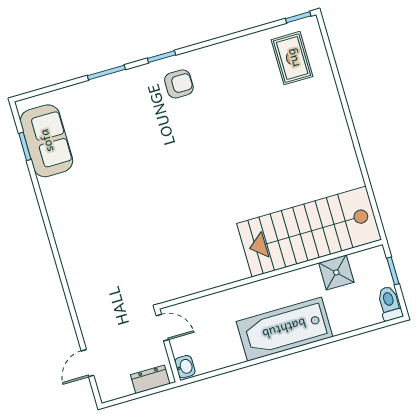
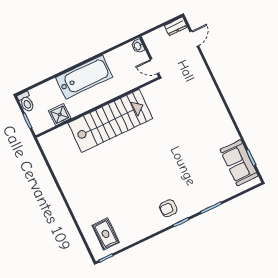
stairs: (309, 232) -> (110, 121), moved
dresser: (150, 379) -> (176, 26), moved

